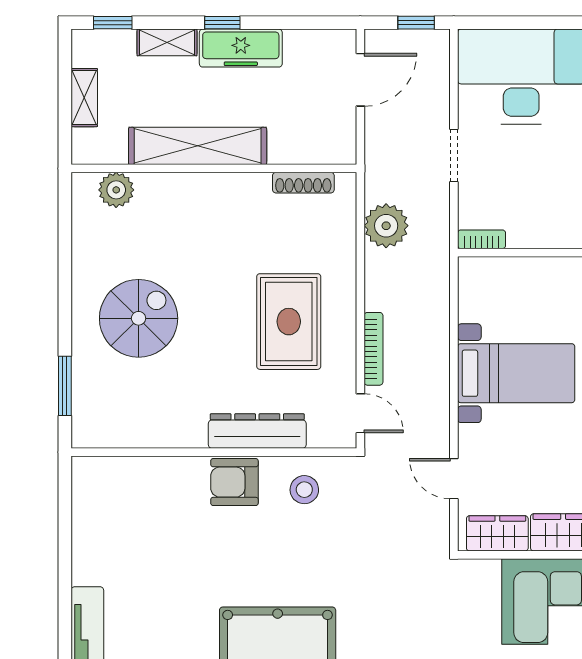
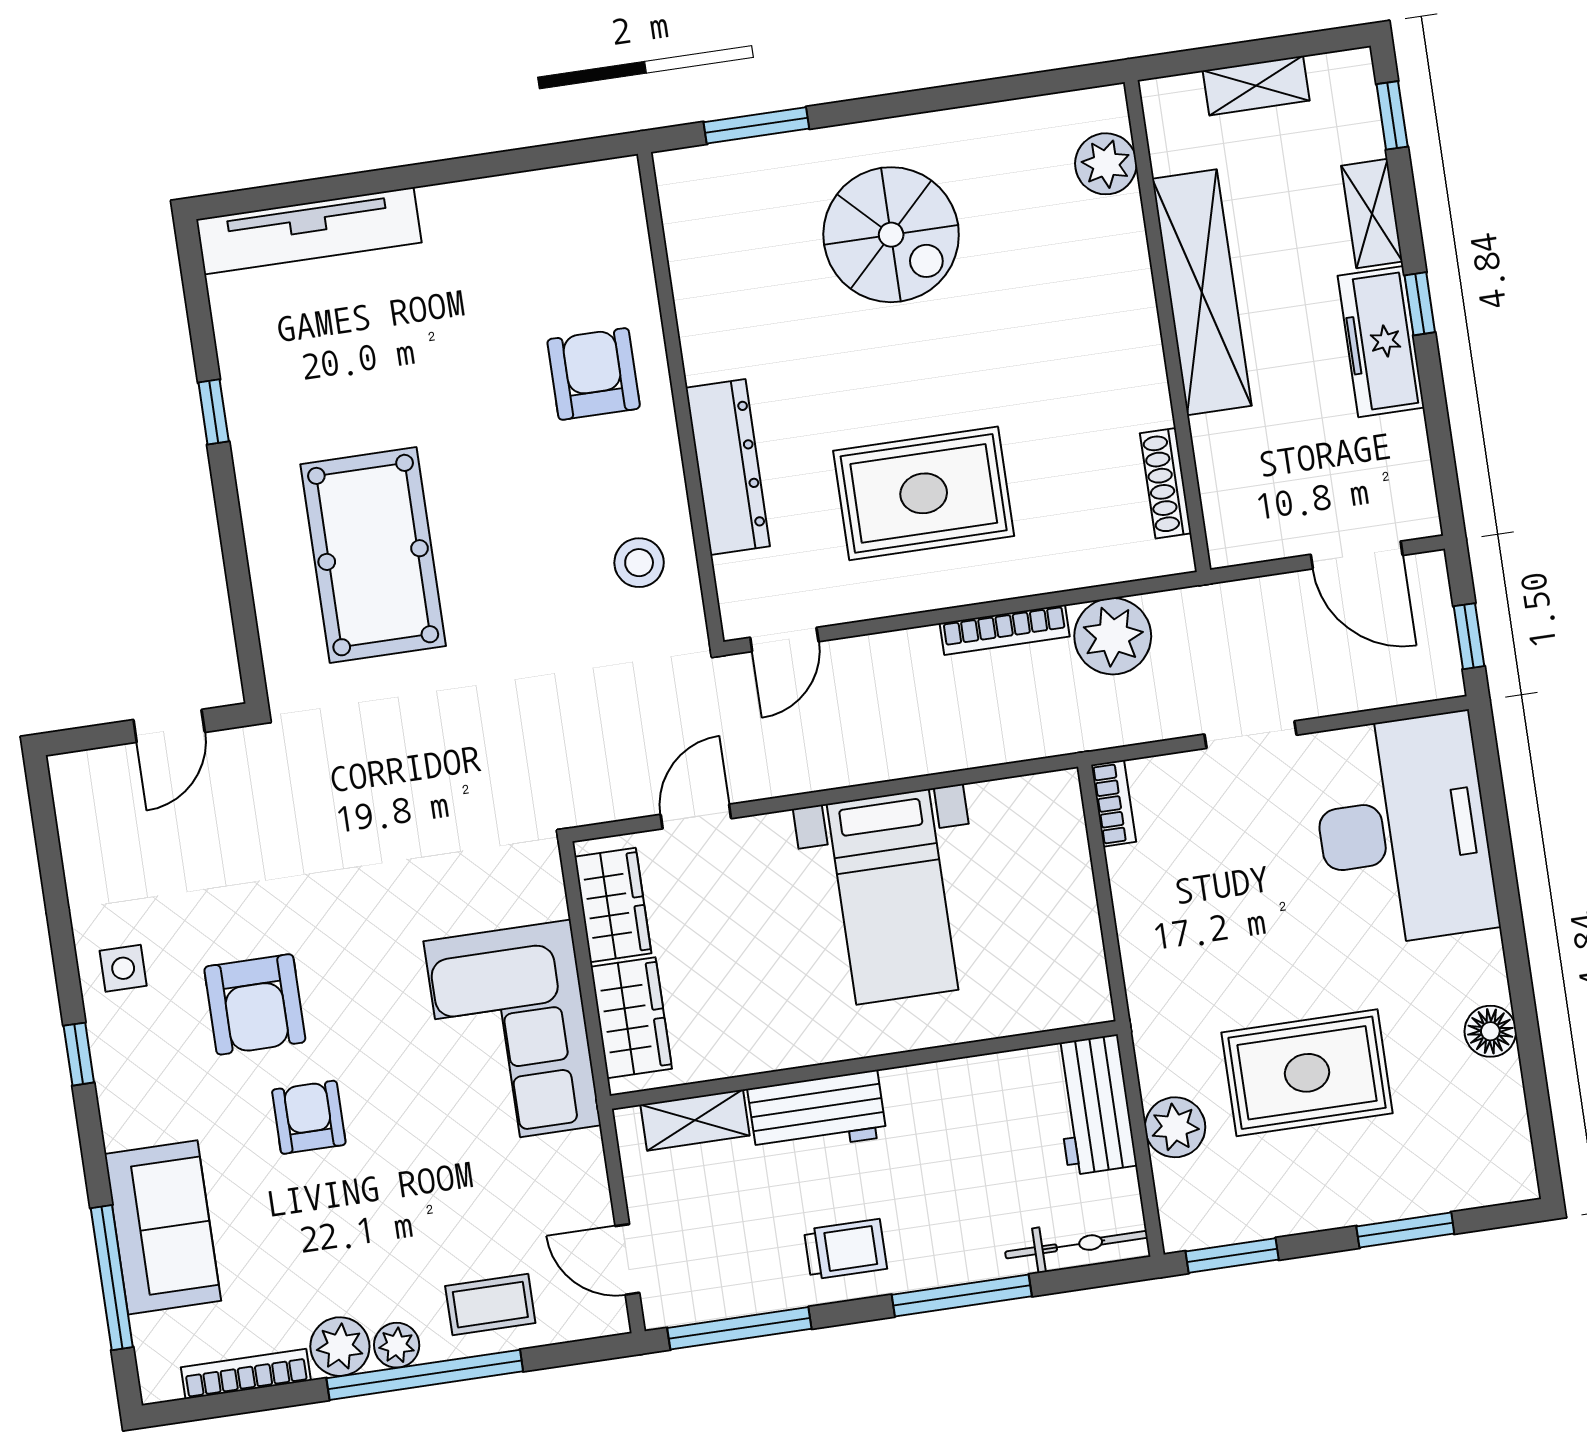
bookcase: (373, 349) -> (1005, 630), moved
armchair: (234, 482) -> (594, 374), moved

